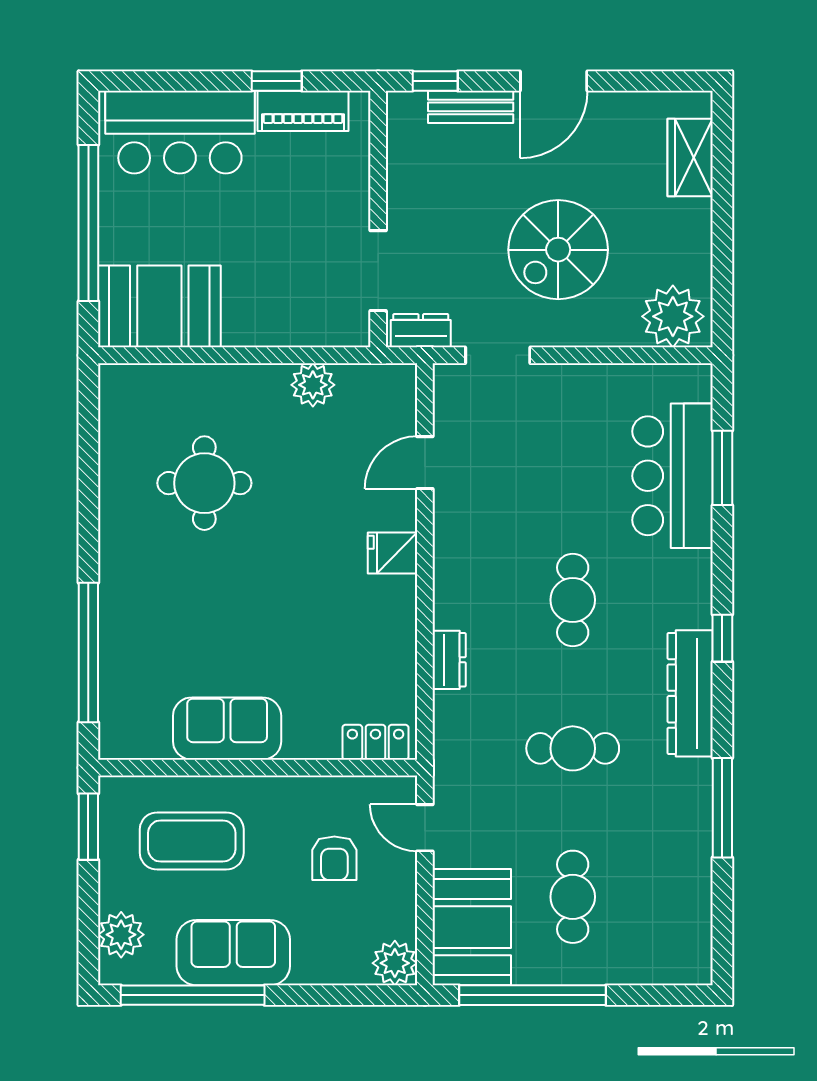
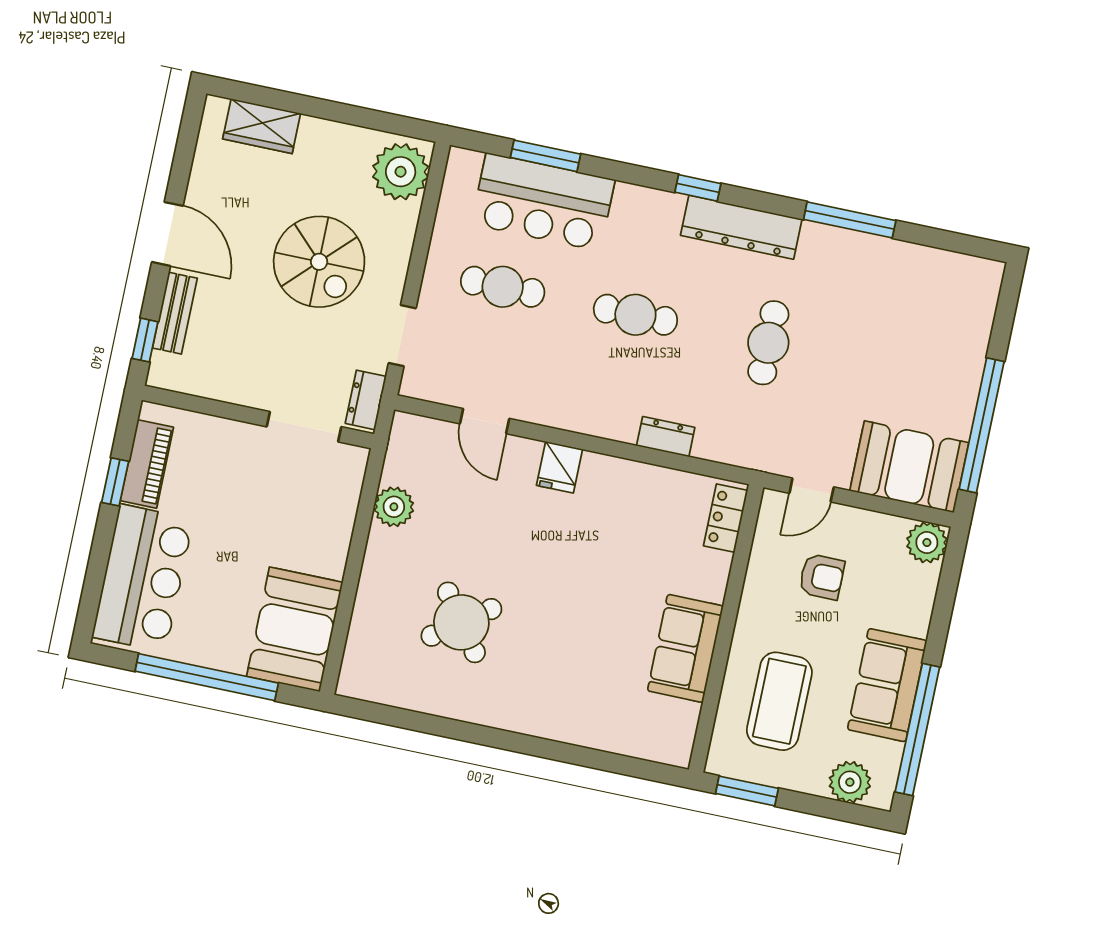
round table: (204, 483) -> (461, 622), turned -36
window: (88, 652) -> (591, 758), removed
cafe table: (573, 897) -> (503, 287), moved

